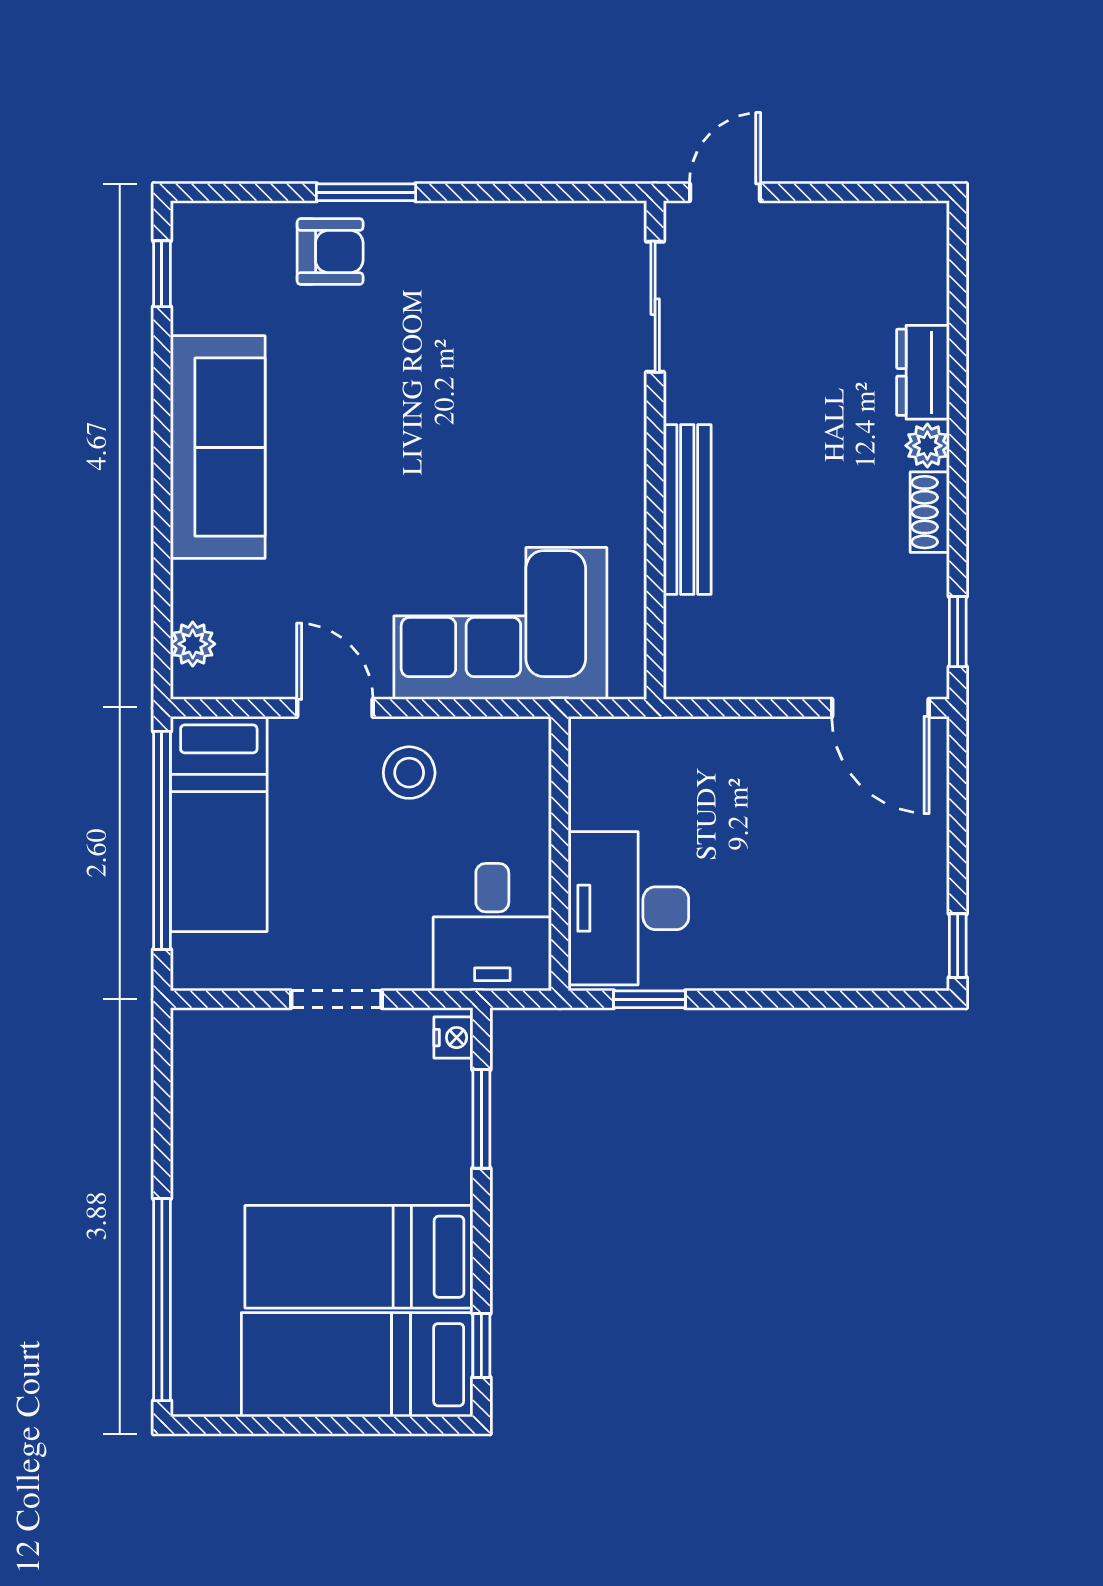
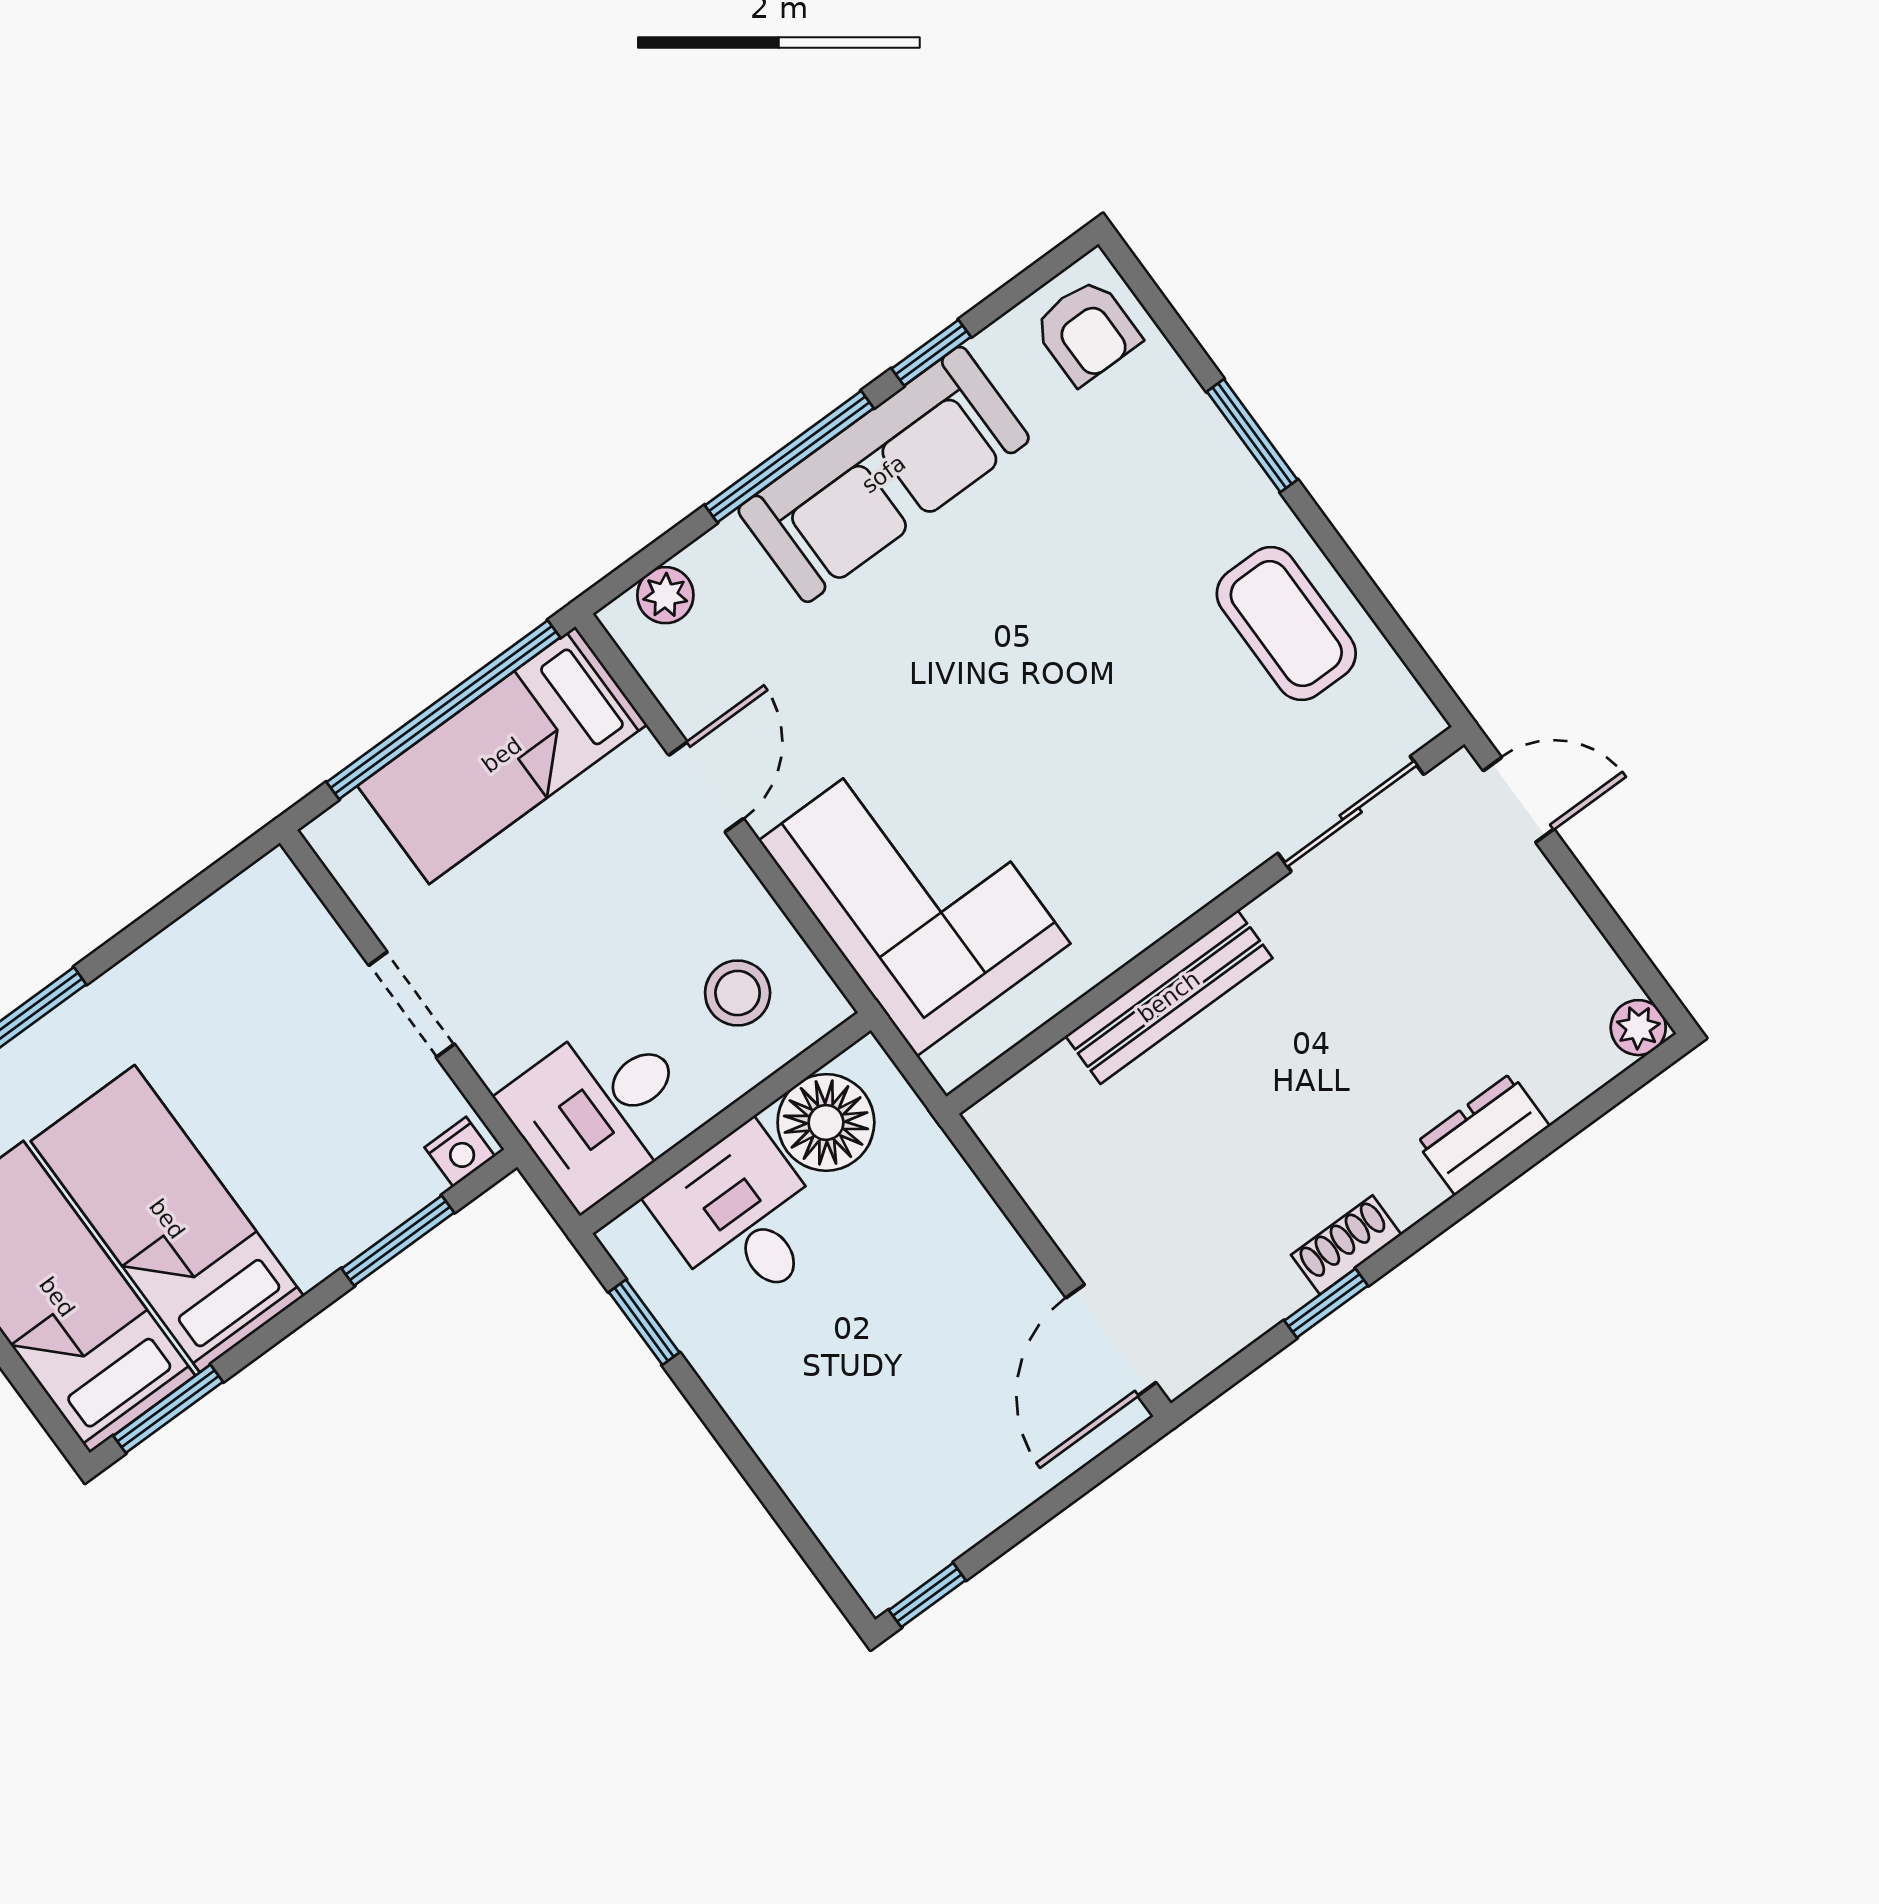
armchair: (330, 252) -> (1087, 332), moved
coffee table: (503, 259) -> (1286, 624), added
window: (162, 274) -> (931, 353), moved
plant: (927, 446) -> (1638, 1028), moved
window: (162, 499) -> (789, 457), added
window: (958, 632) -> (1326, 1303), moved
stool: (409, 773) -> (738, 993), moved
floor lamp: (607, 789) -> (826, 1122), added
desk: (628, 908) -> (742, 1218), width x0.73
window: (481, 1346) -> (168, 1409), width x1.50

